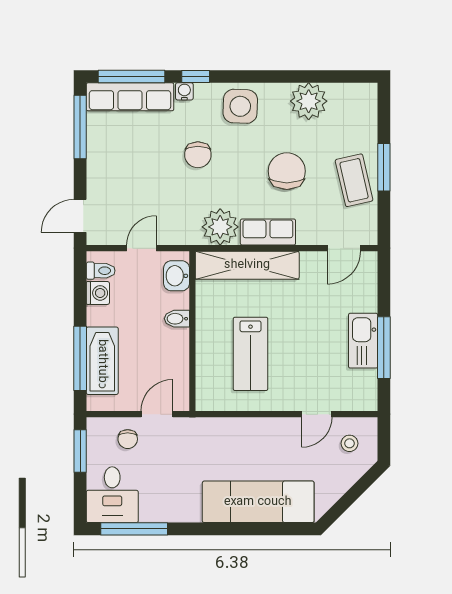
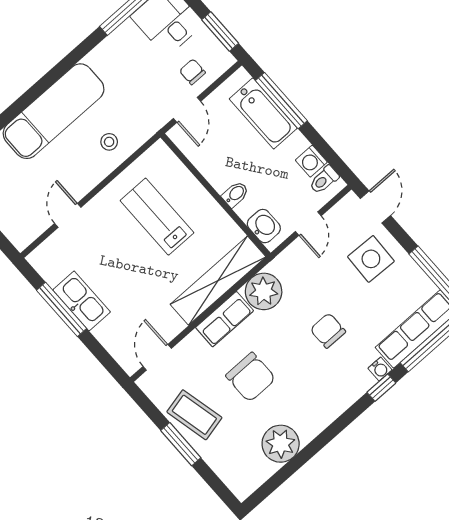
side table: (240, 106) -> (371, 259), moved
stool: (349, 443) -> (109, 142), moved

